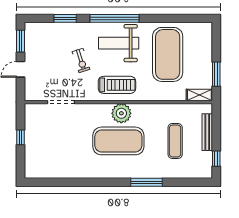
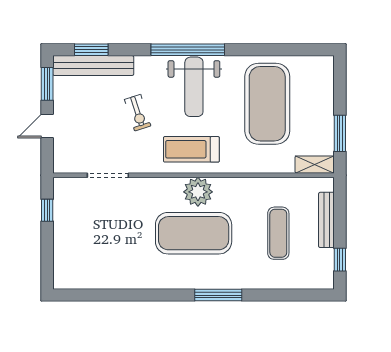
window: (65, 18) -> (91, 50), moved
bench: (51, 29) -> (93, 66), added
weight bench: (119, 43) -> (194, 87), turned -90
treadmill: (117, 85) -> (191, 149), turned 180
window: (21, 137) -> (47, 210), moved
window: (147, 182) -> (218, 295), moved

